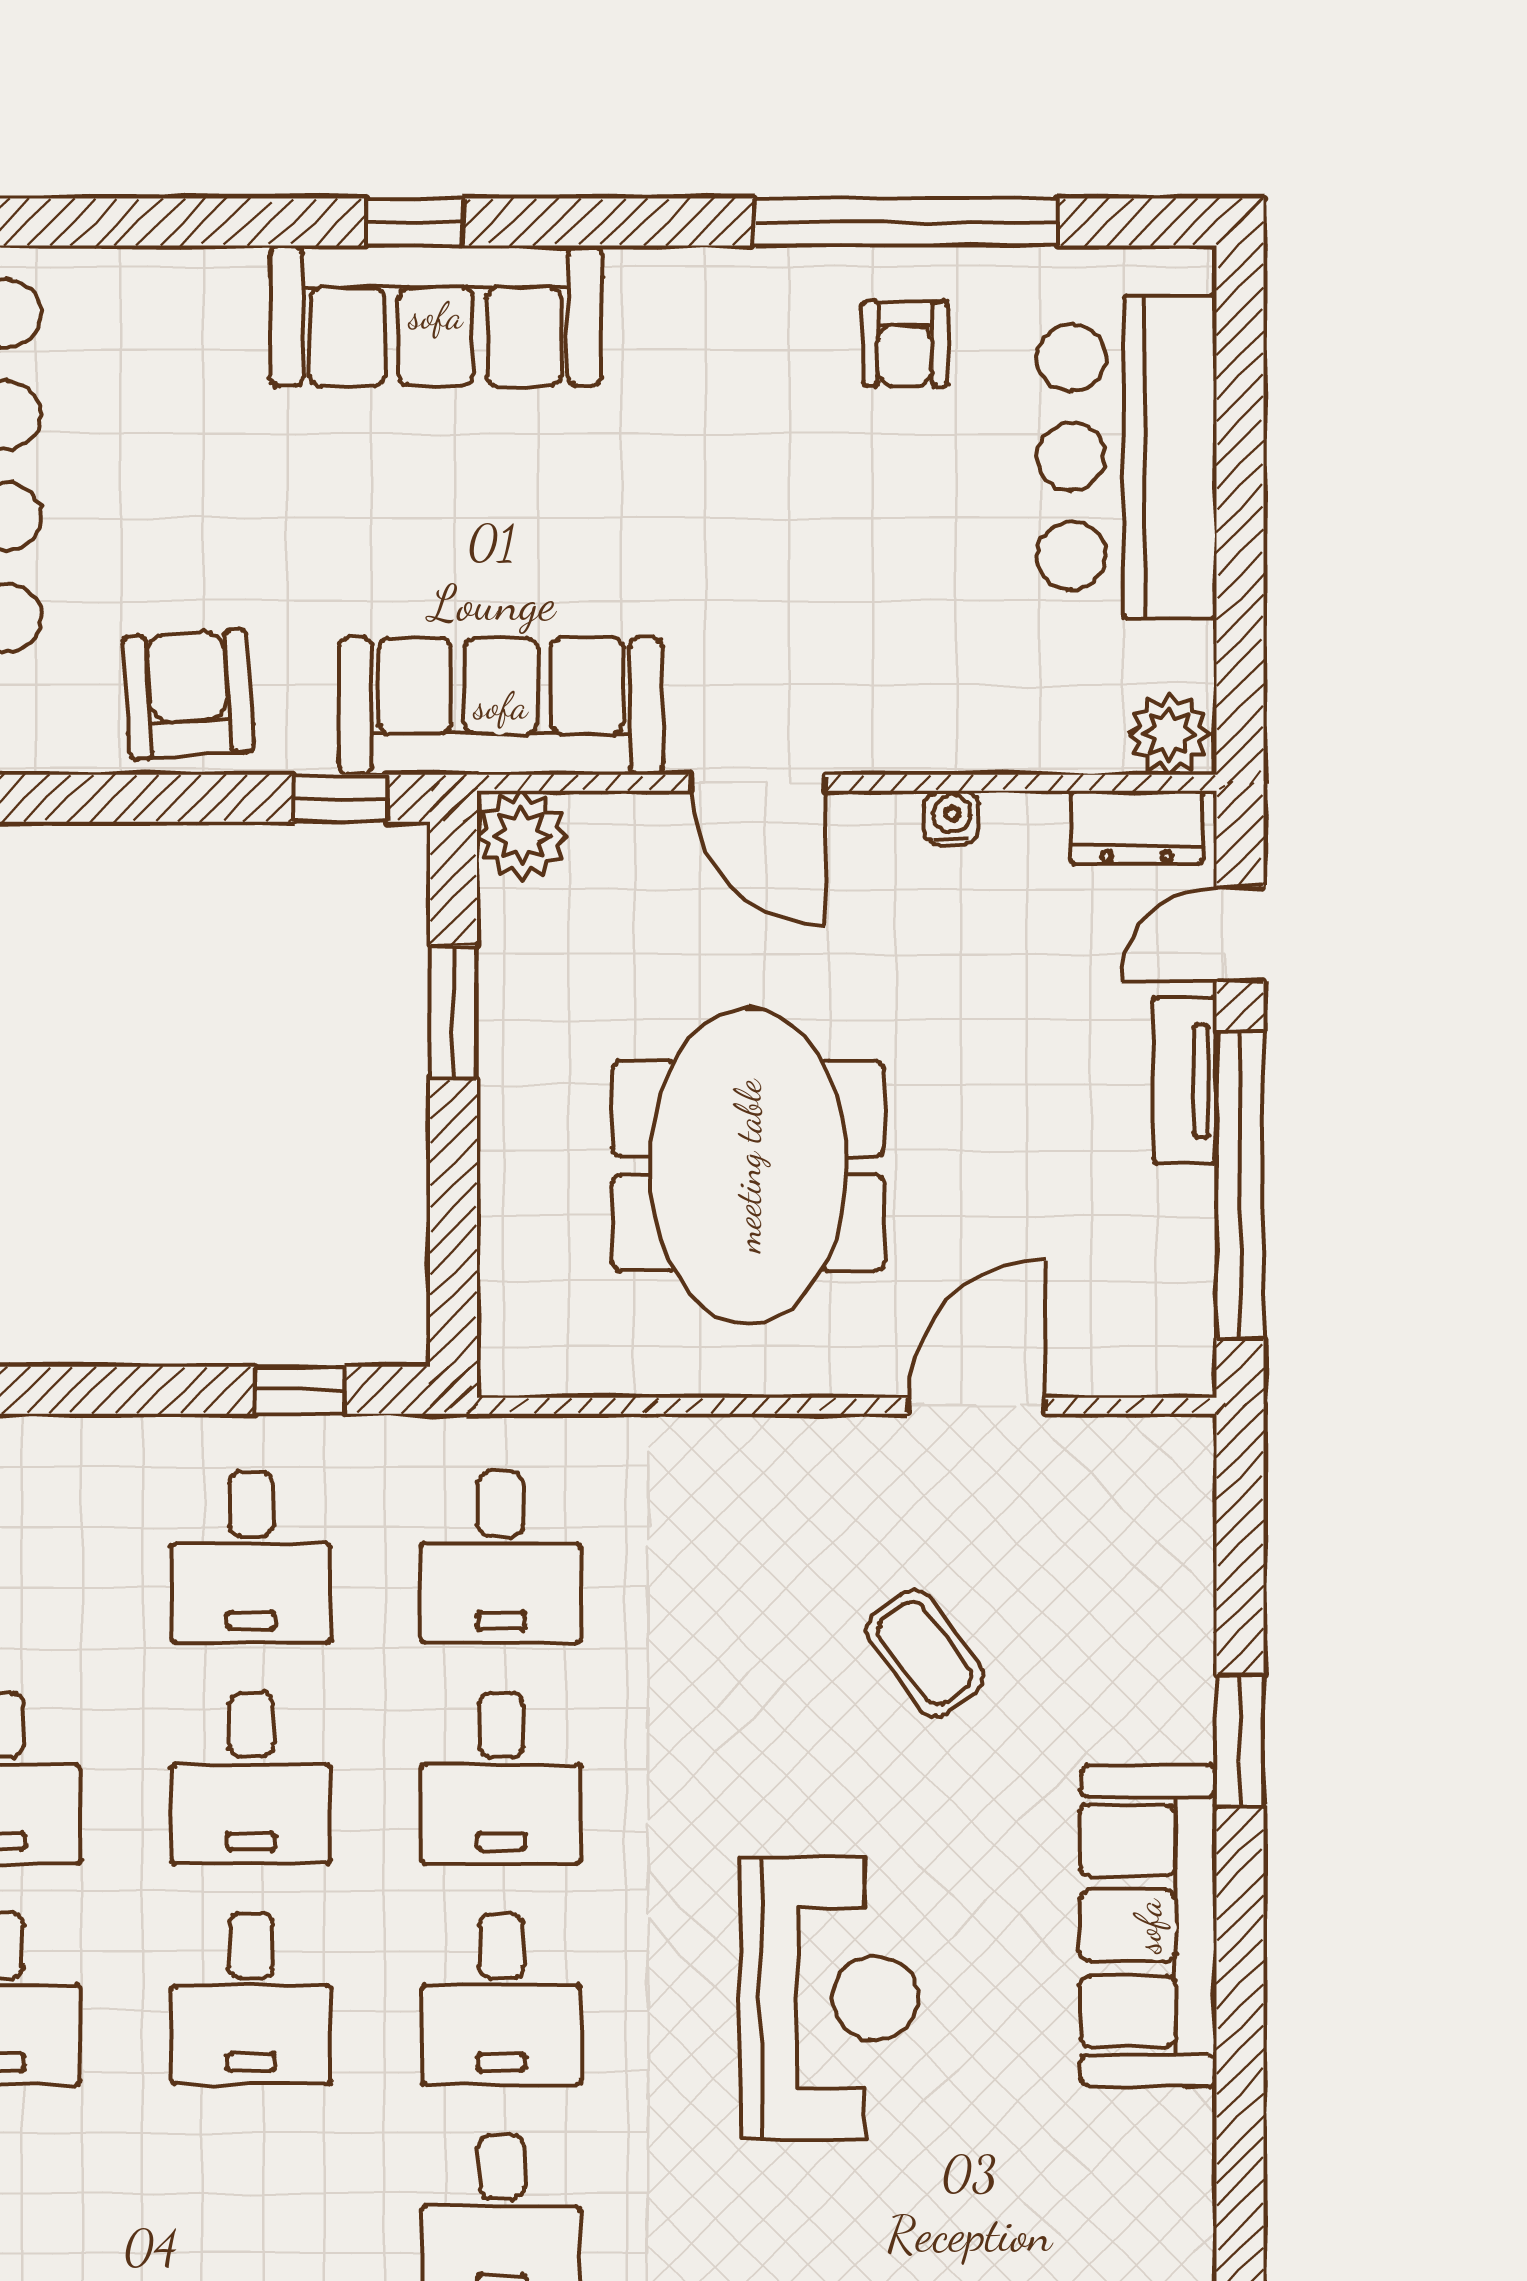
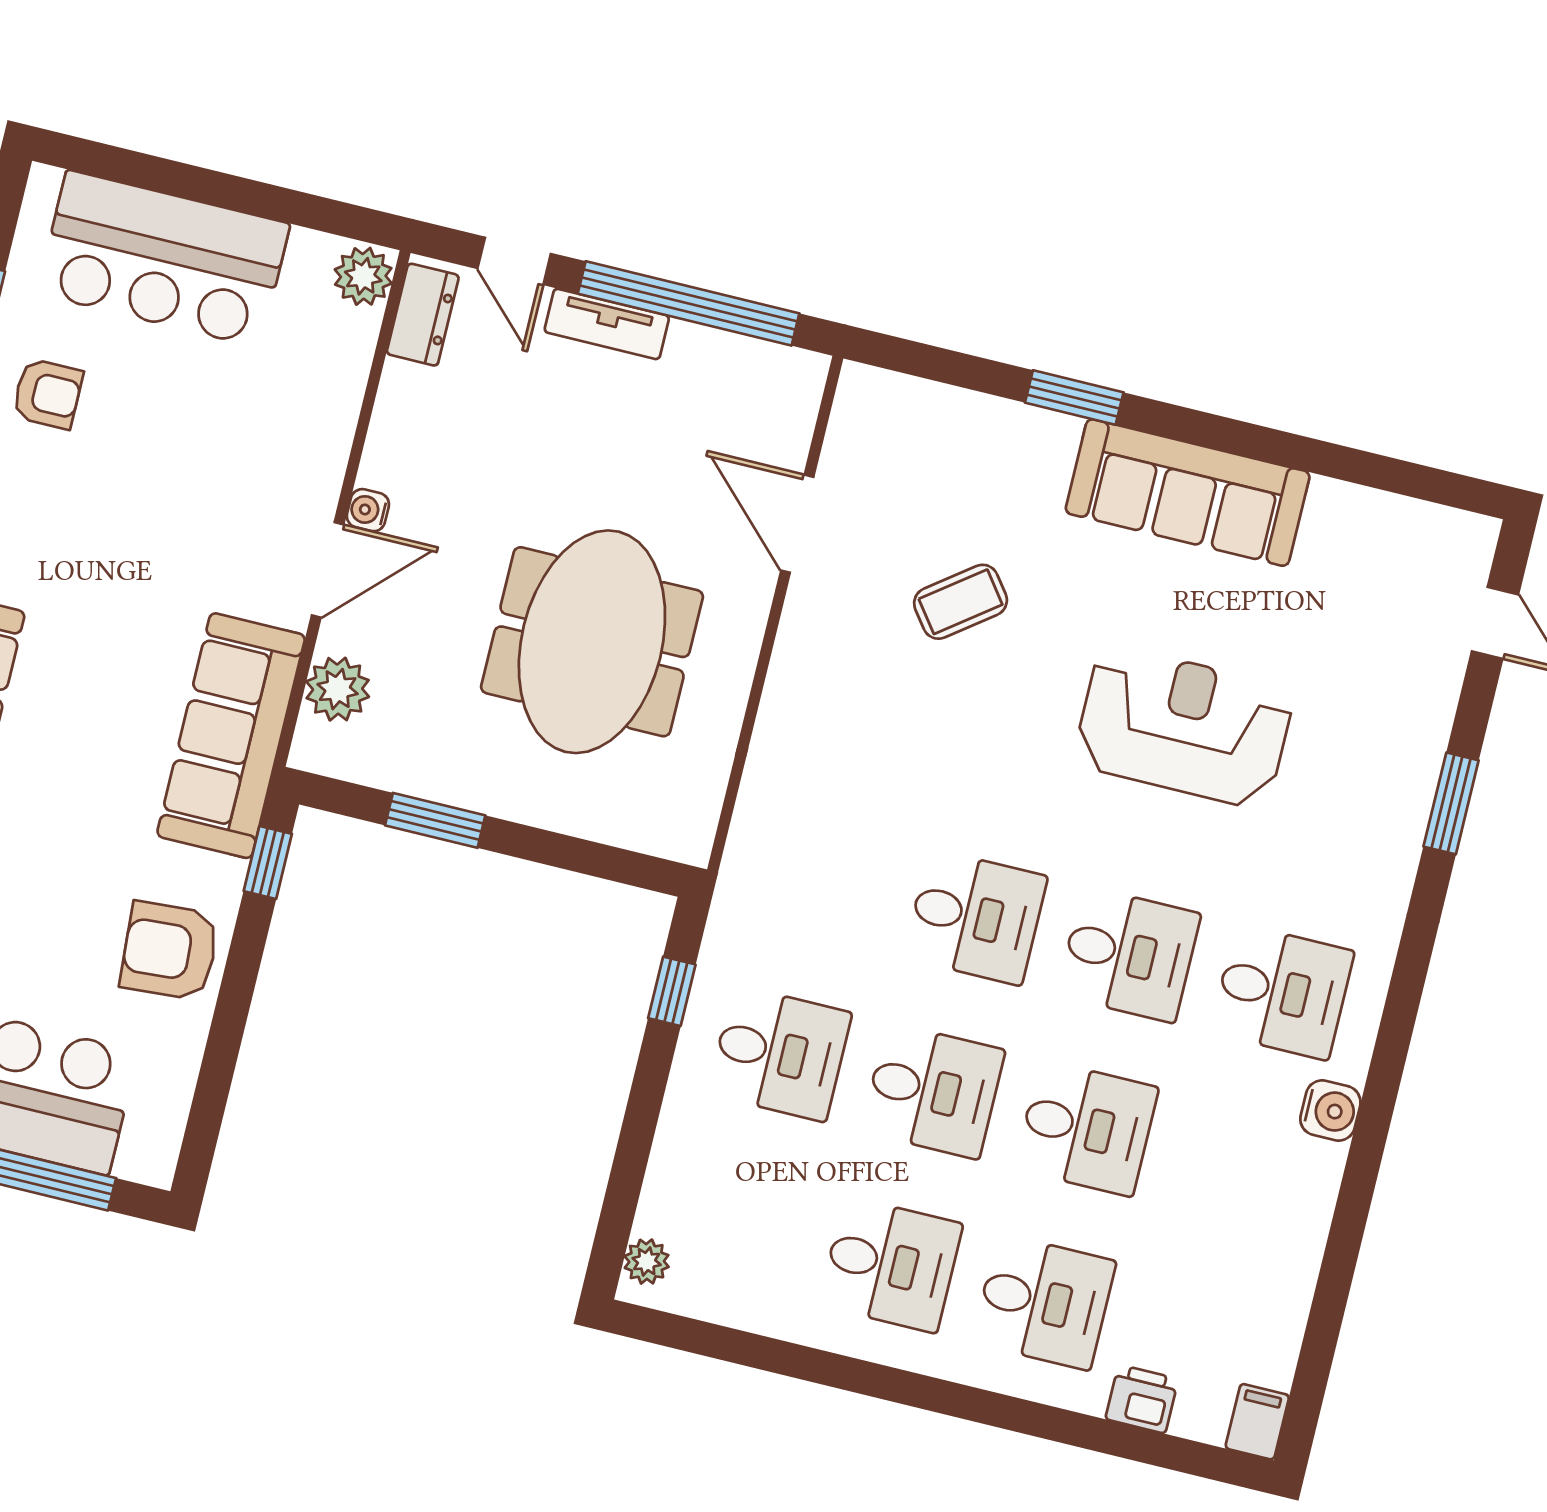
water cooler: (952, 818) -> (368, 510), moved
plant: (522, 836) -> (338, 689), moved
meeting table: (748, 1166) -> (592, 642), turned 90
desk: (501, 1557) -> (822, 880), removed

